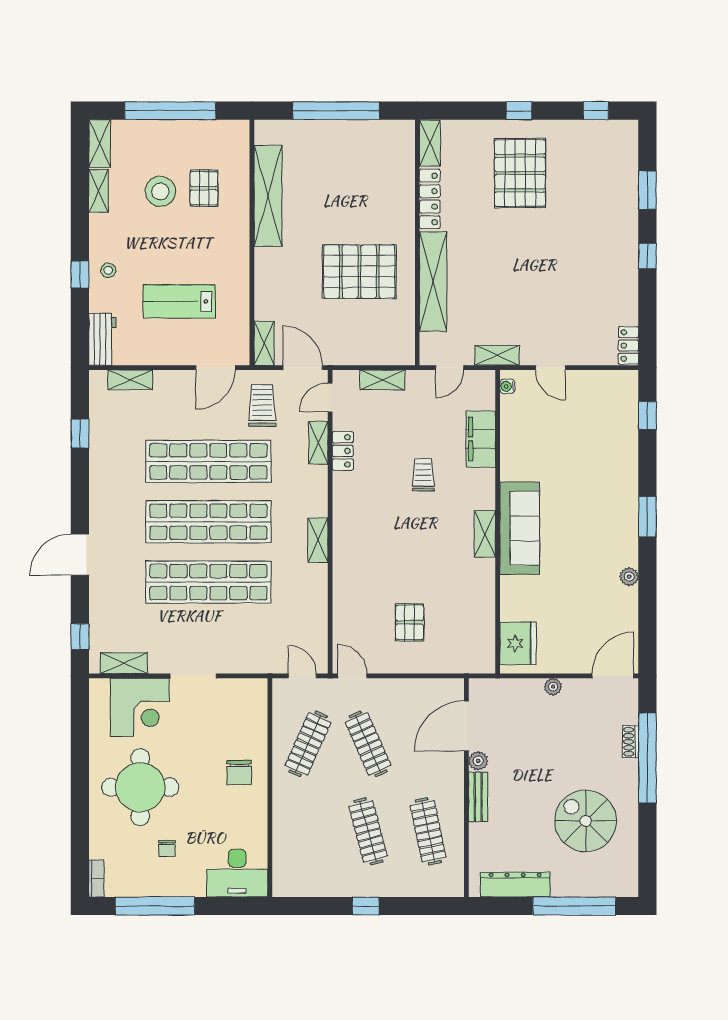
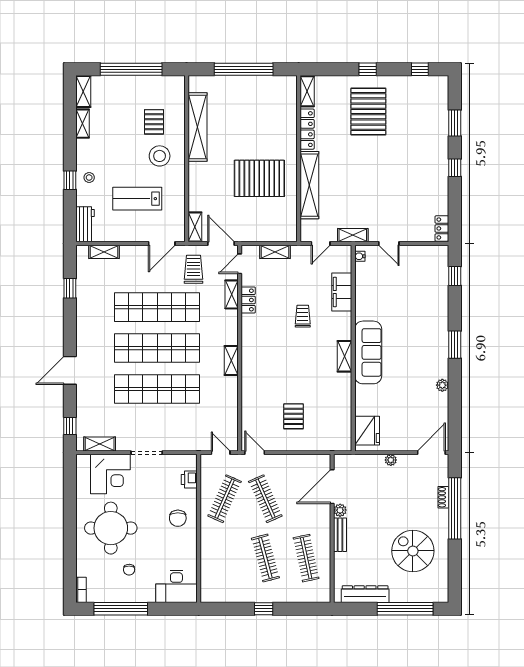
stool: (160, 191) -> (160, 156), moved
printer: (256, 716) -> (189, 479), added

